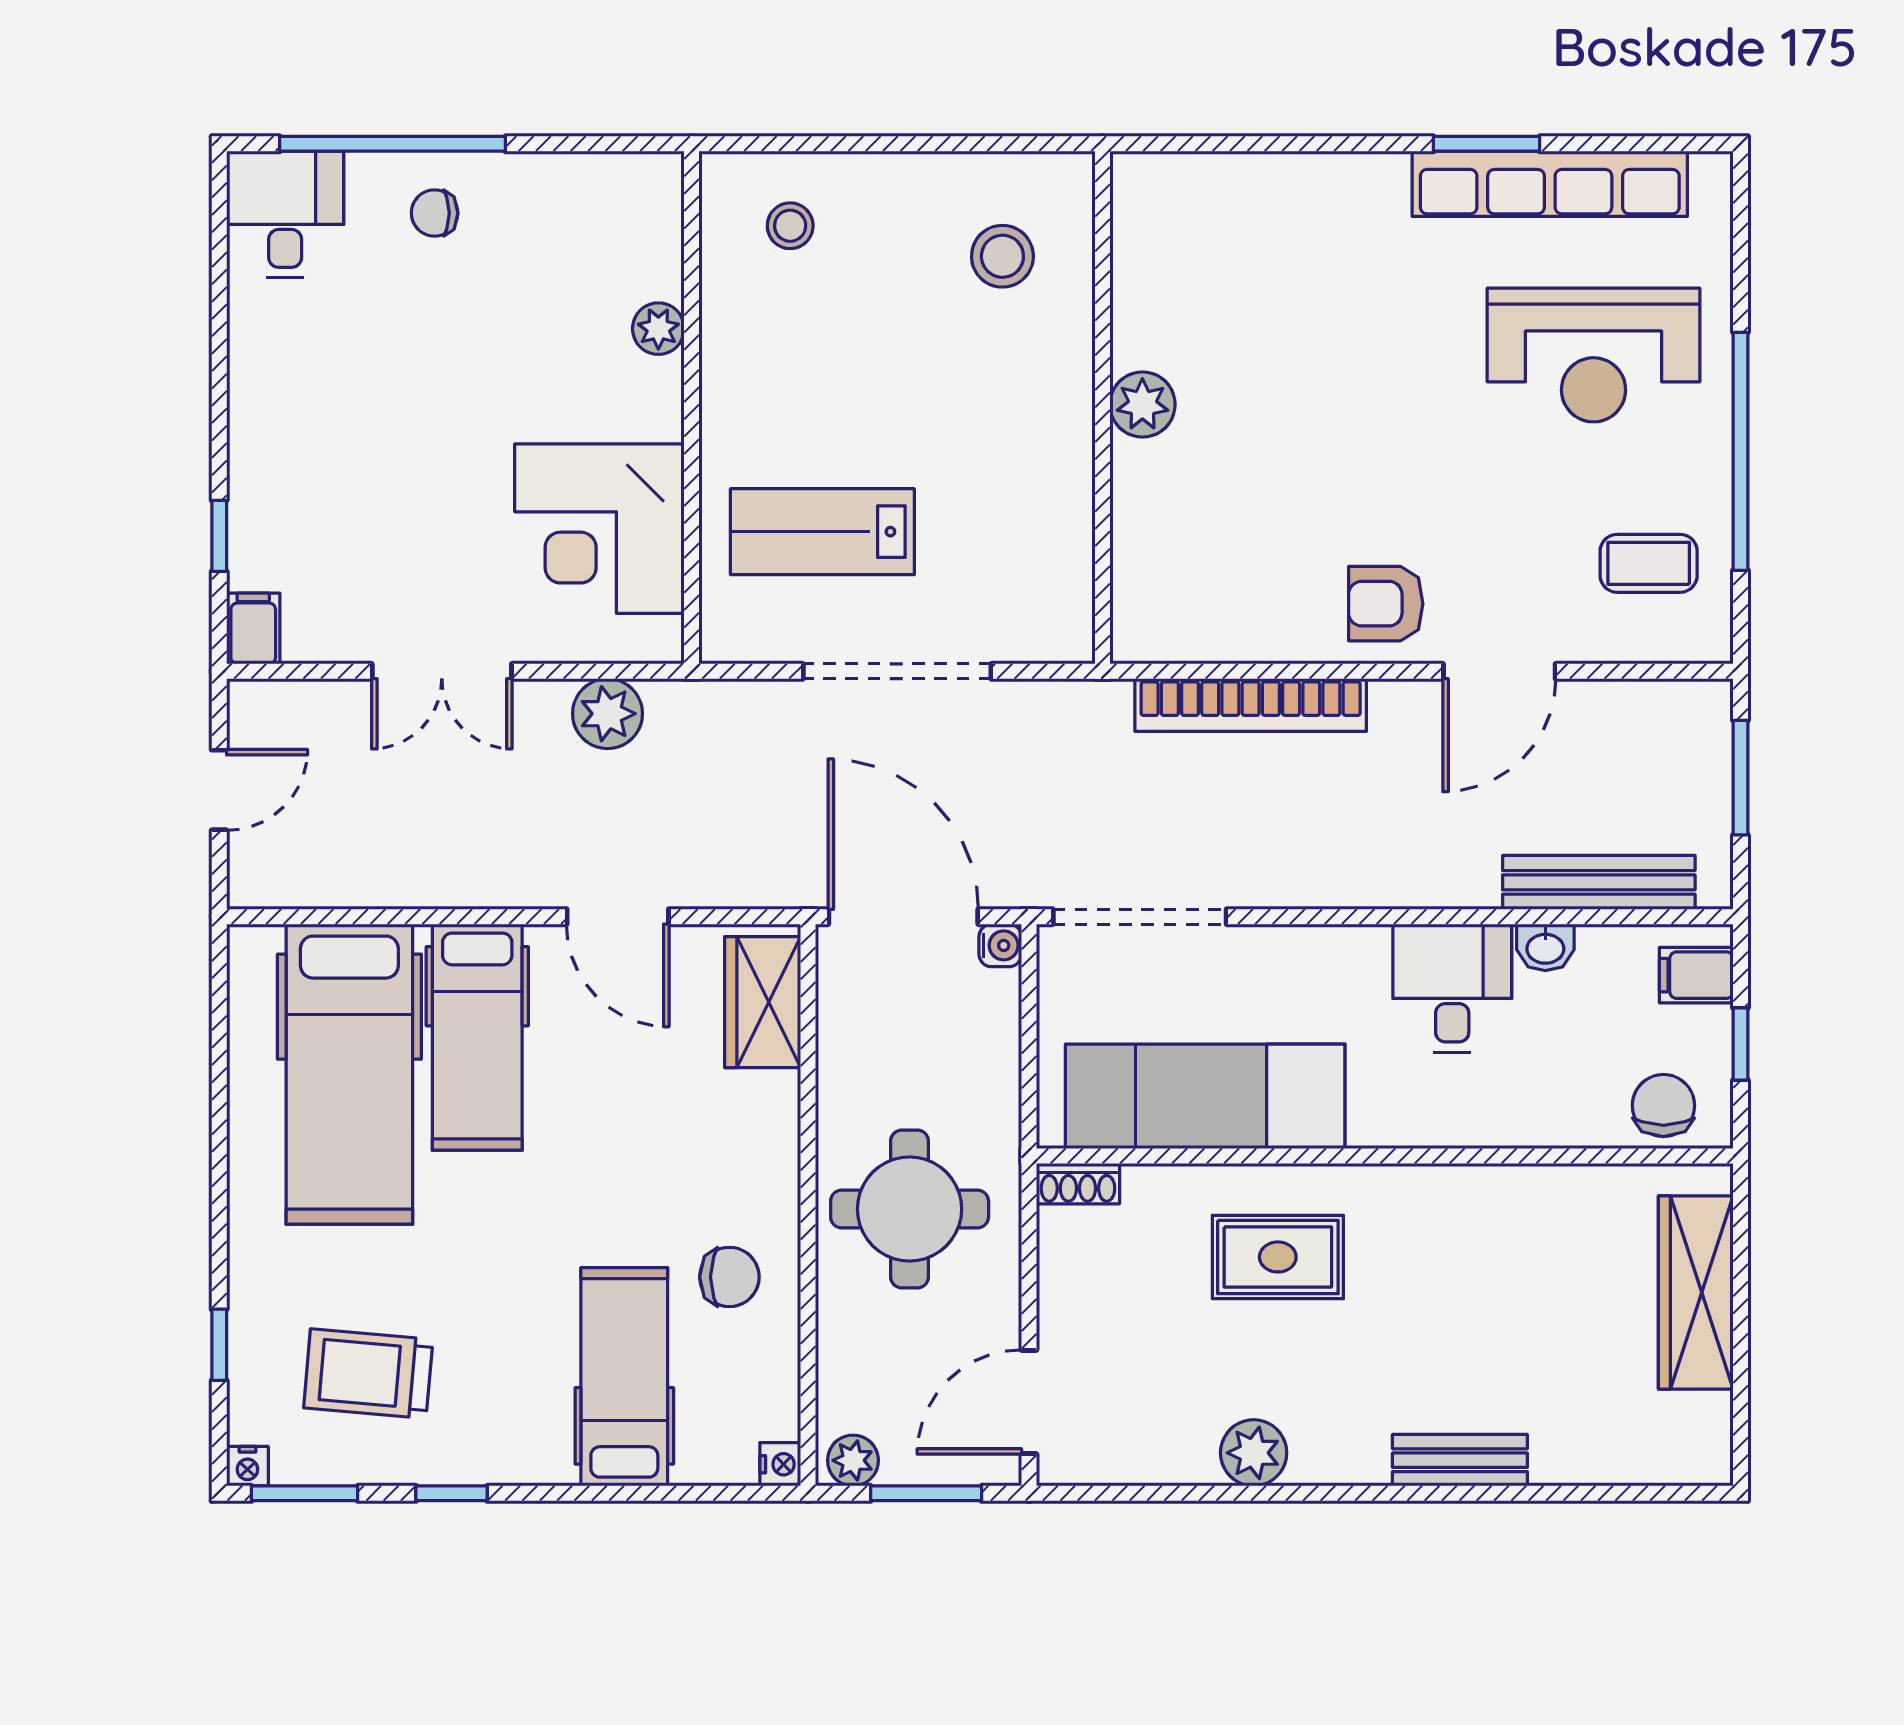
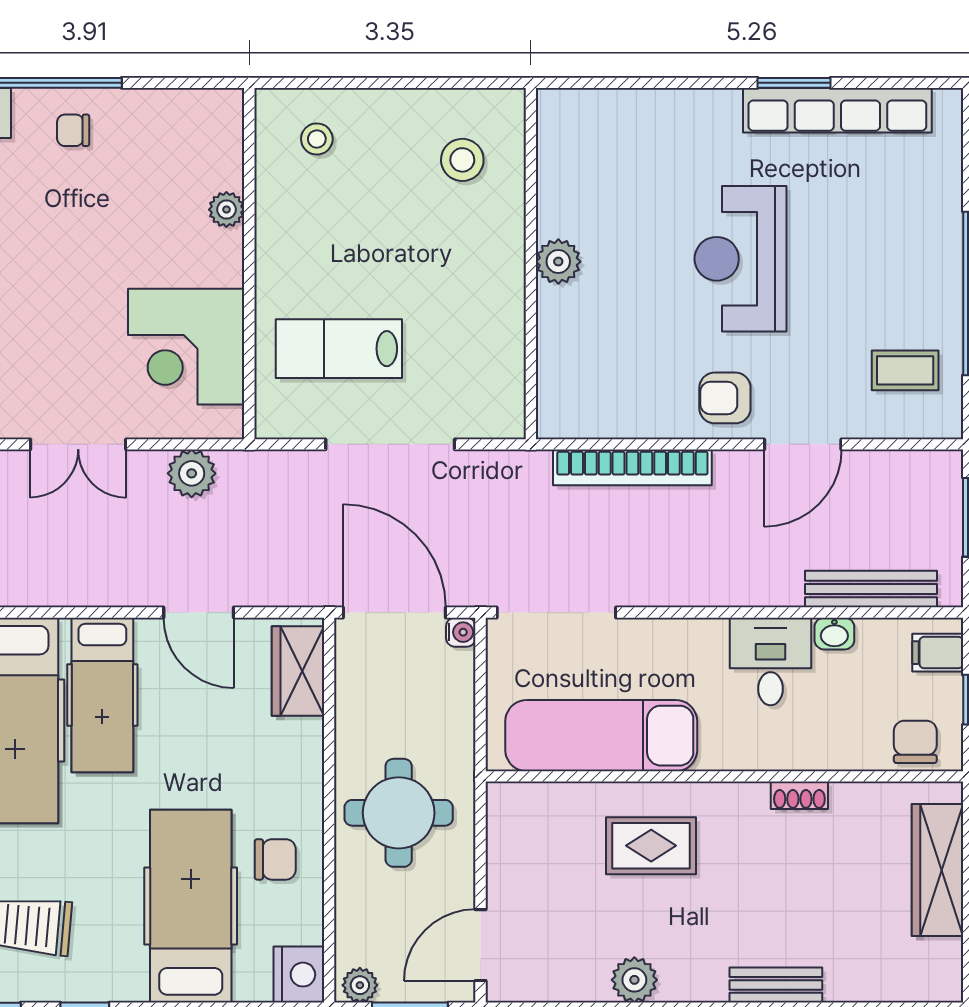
reception desk: (1593, 355) -> (741, 259), moved, turned 90
shoe rack: (1078, 1184) -> (799, 795), moved
hospital bed: (624, 1377) -> (191, 906), width x1.37, depth x1.29
nightstand: (780, 1464) -> (299, 975), width x1.89, depth x1.79

